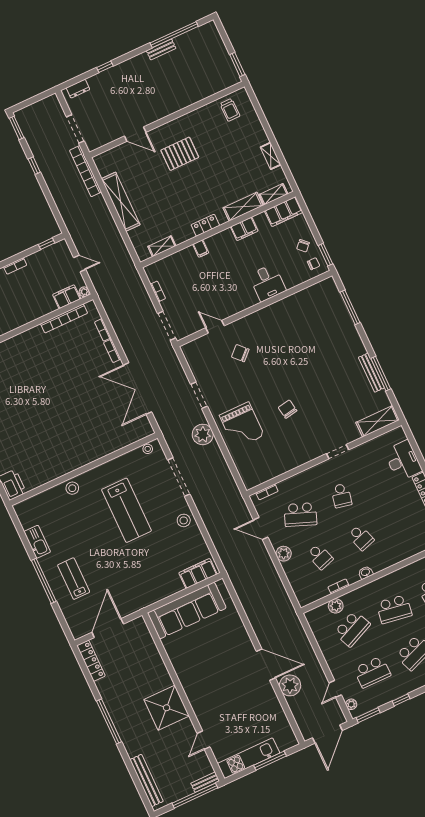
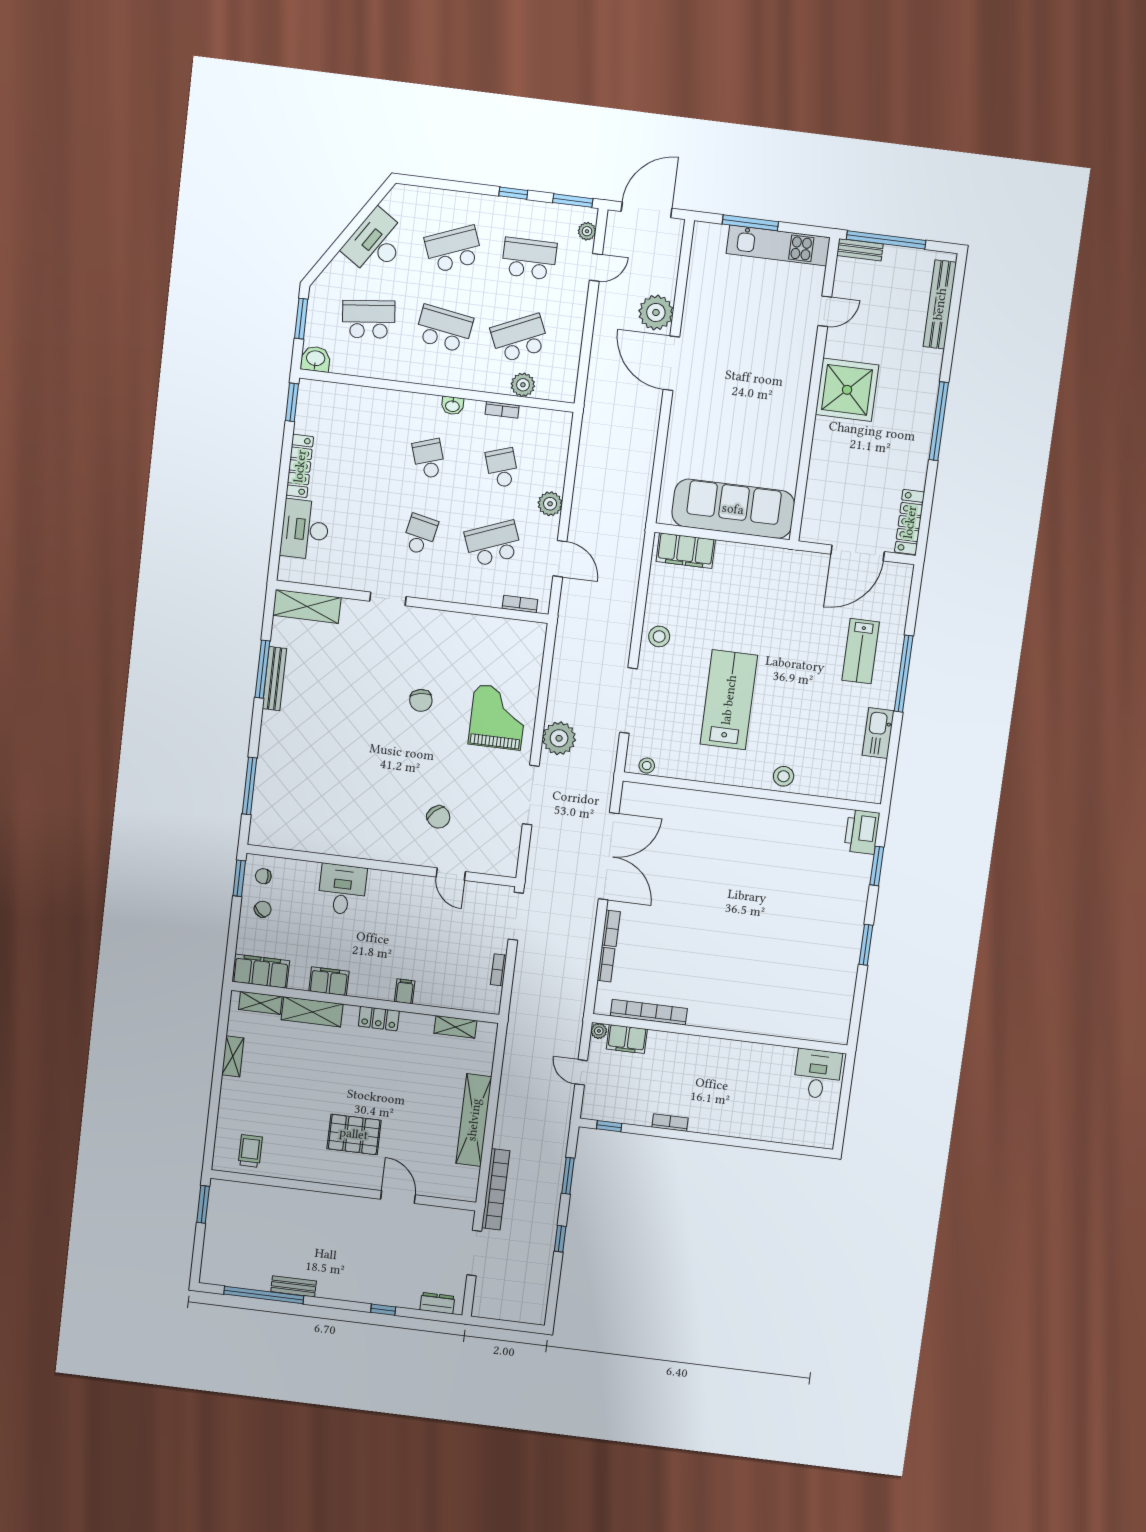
window: (17, 128) -> (568, 1176), moved
doorway: (199, 395) -> (531, 795), width x1.36
school desk: (300, 515) -> (493, 544), turned -42

